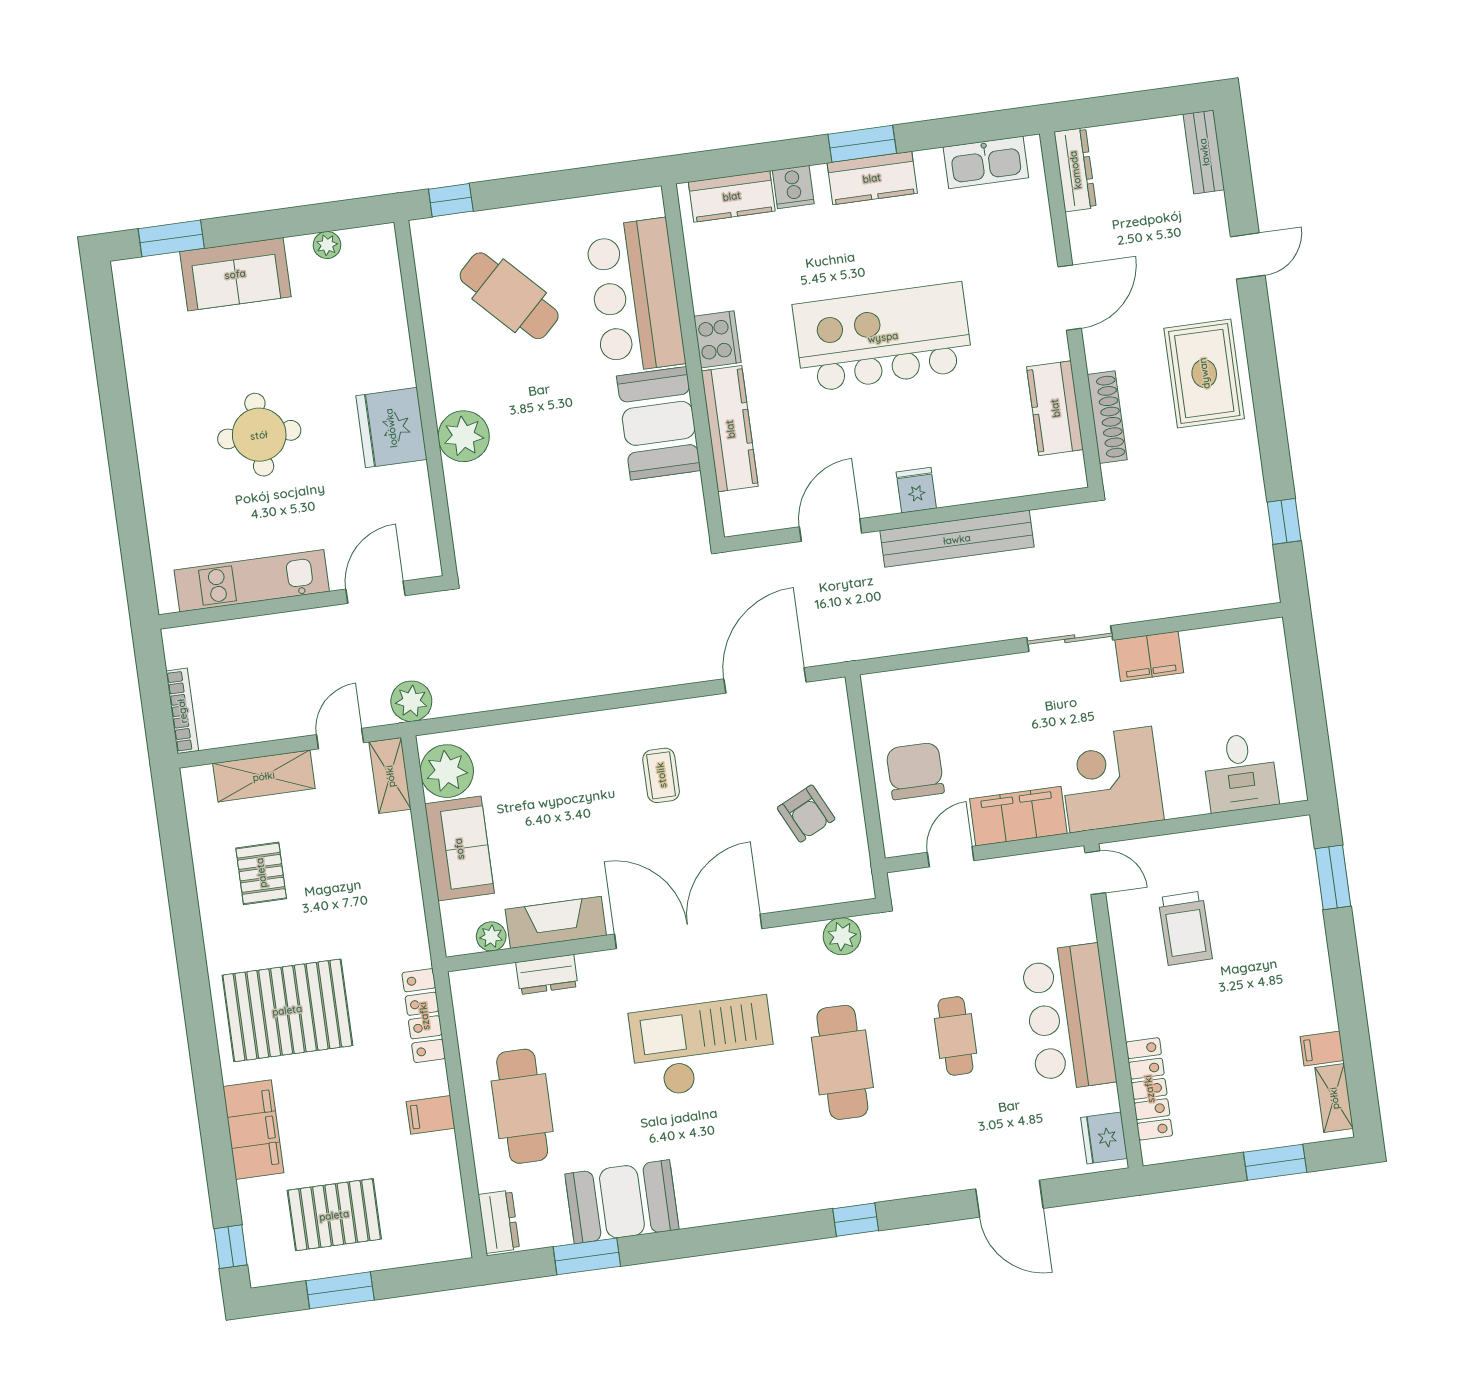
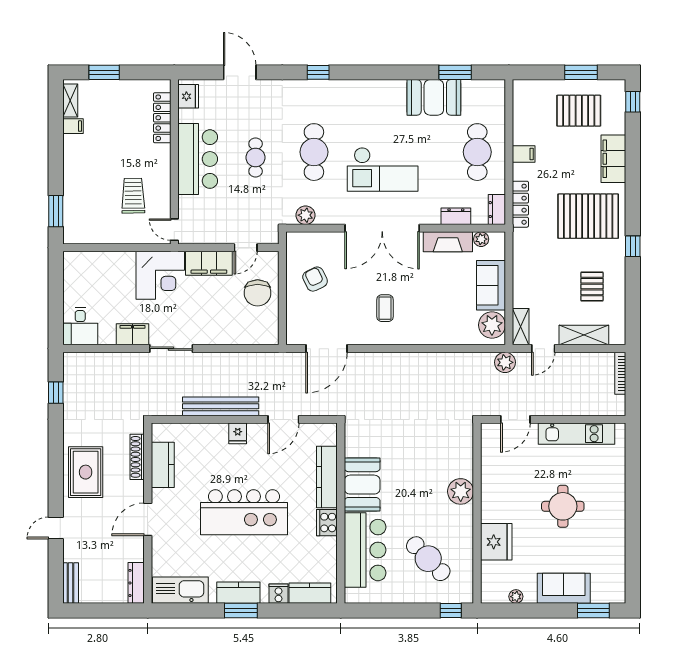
kitchen sink: (986, 162) -> (180, 590), width x1.36, depth x1.24
fridge: (391, 428) -> (496, 542), moved
desk: (1240, 772) -> (80, 326), moved, turned 180
window: (192, 963) -> (633, 246), added
dresser: (499, 1222) -> (497, 210), moved

